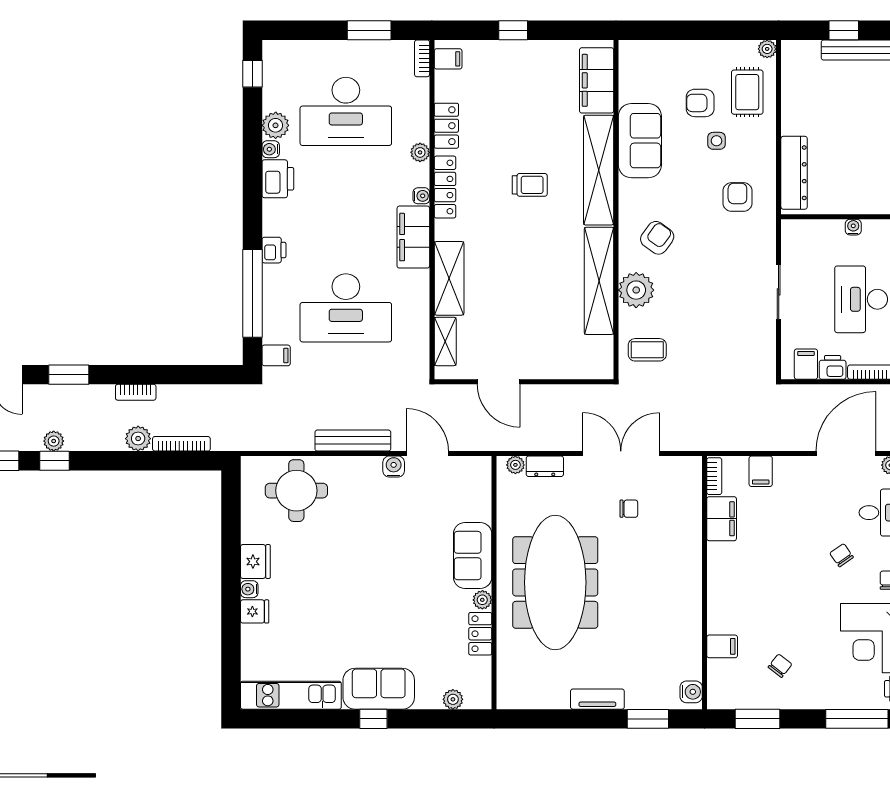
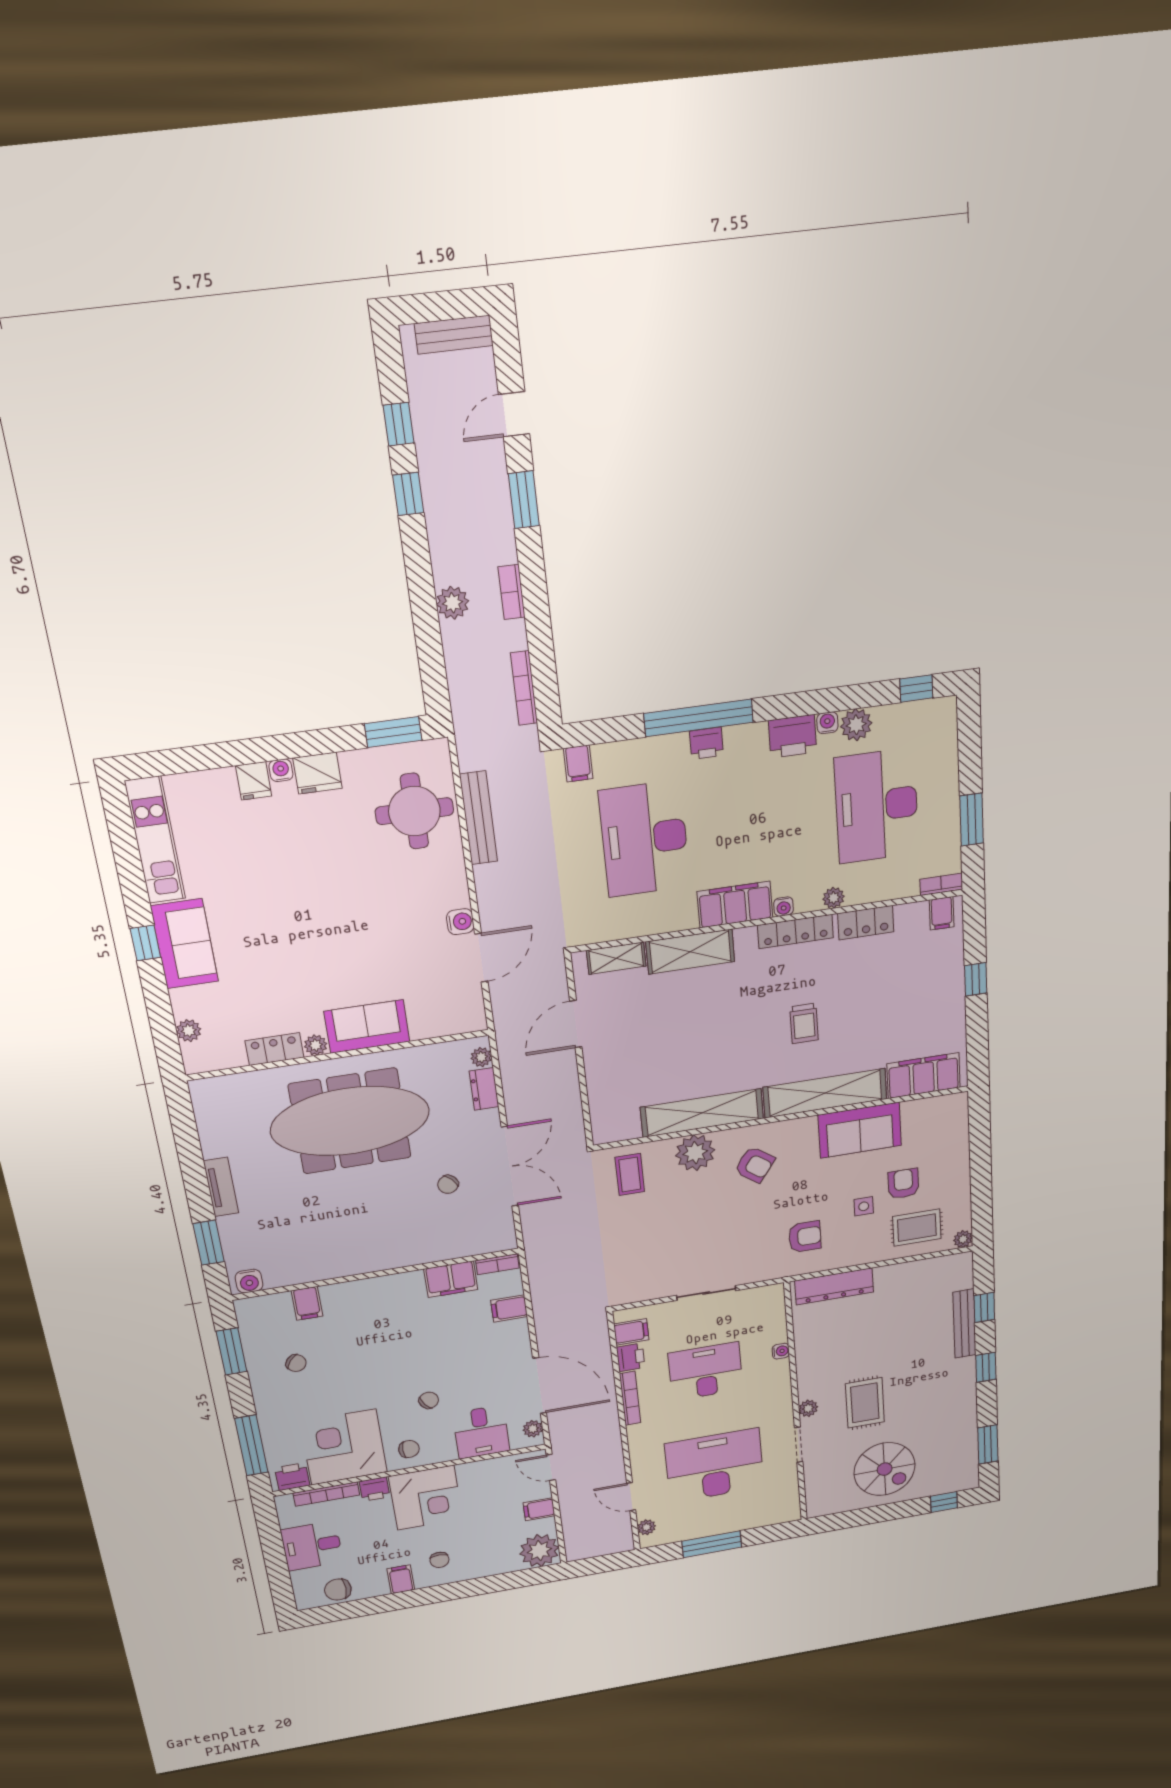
window: (253, 293) -> (699, 718), moved
plant: (54, 441) -> (434, 490), removed
bench: (353, 441) -> (478, 818), moved
bookcase: (181, 444) -> (524, 688), moved, turned 180
window: (231, 498) -> (393, 732), added
chair: (629, 509) -> (448, 1184), turned 47

